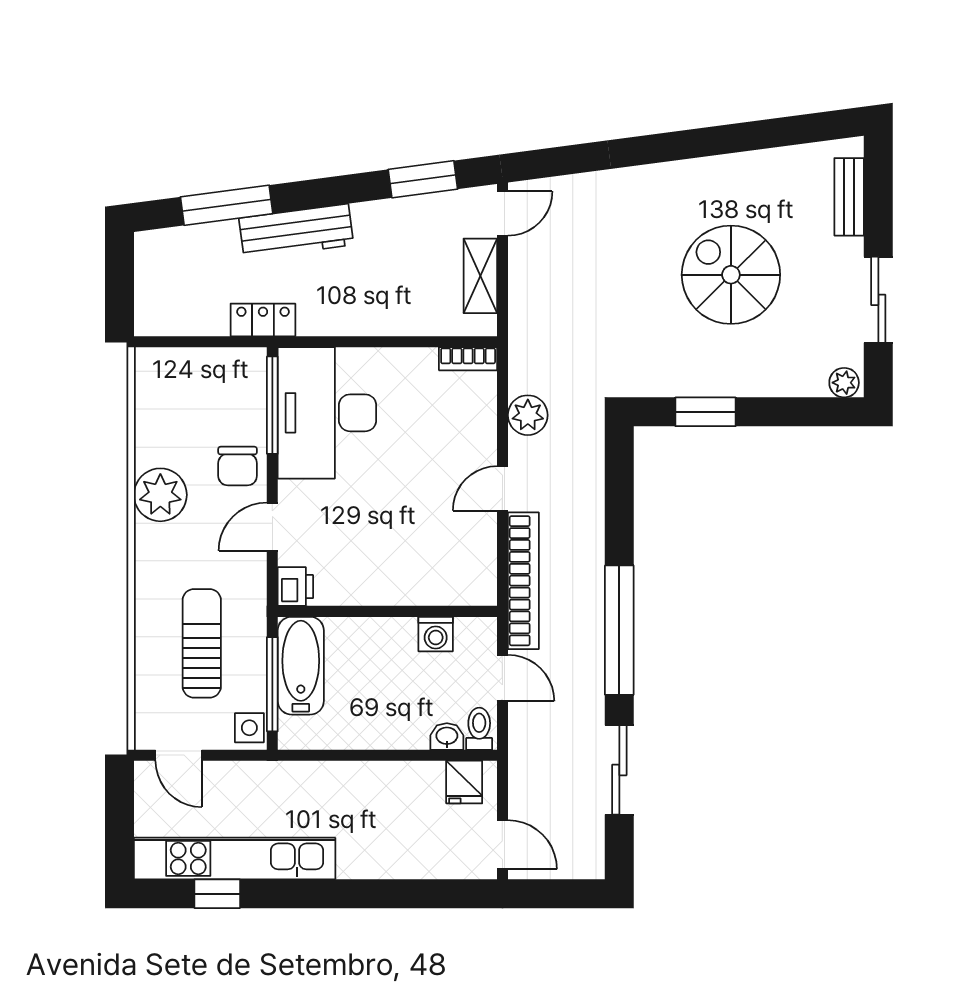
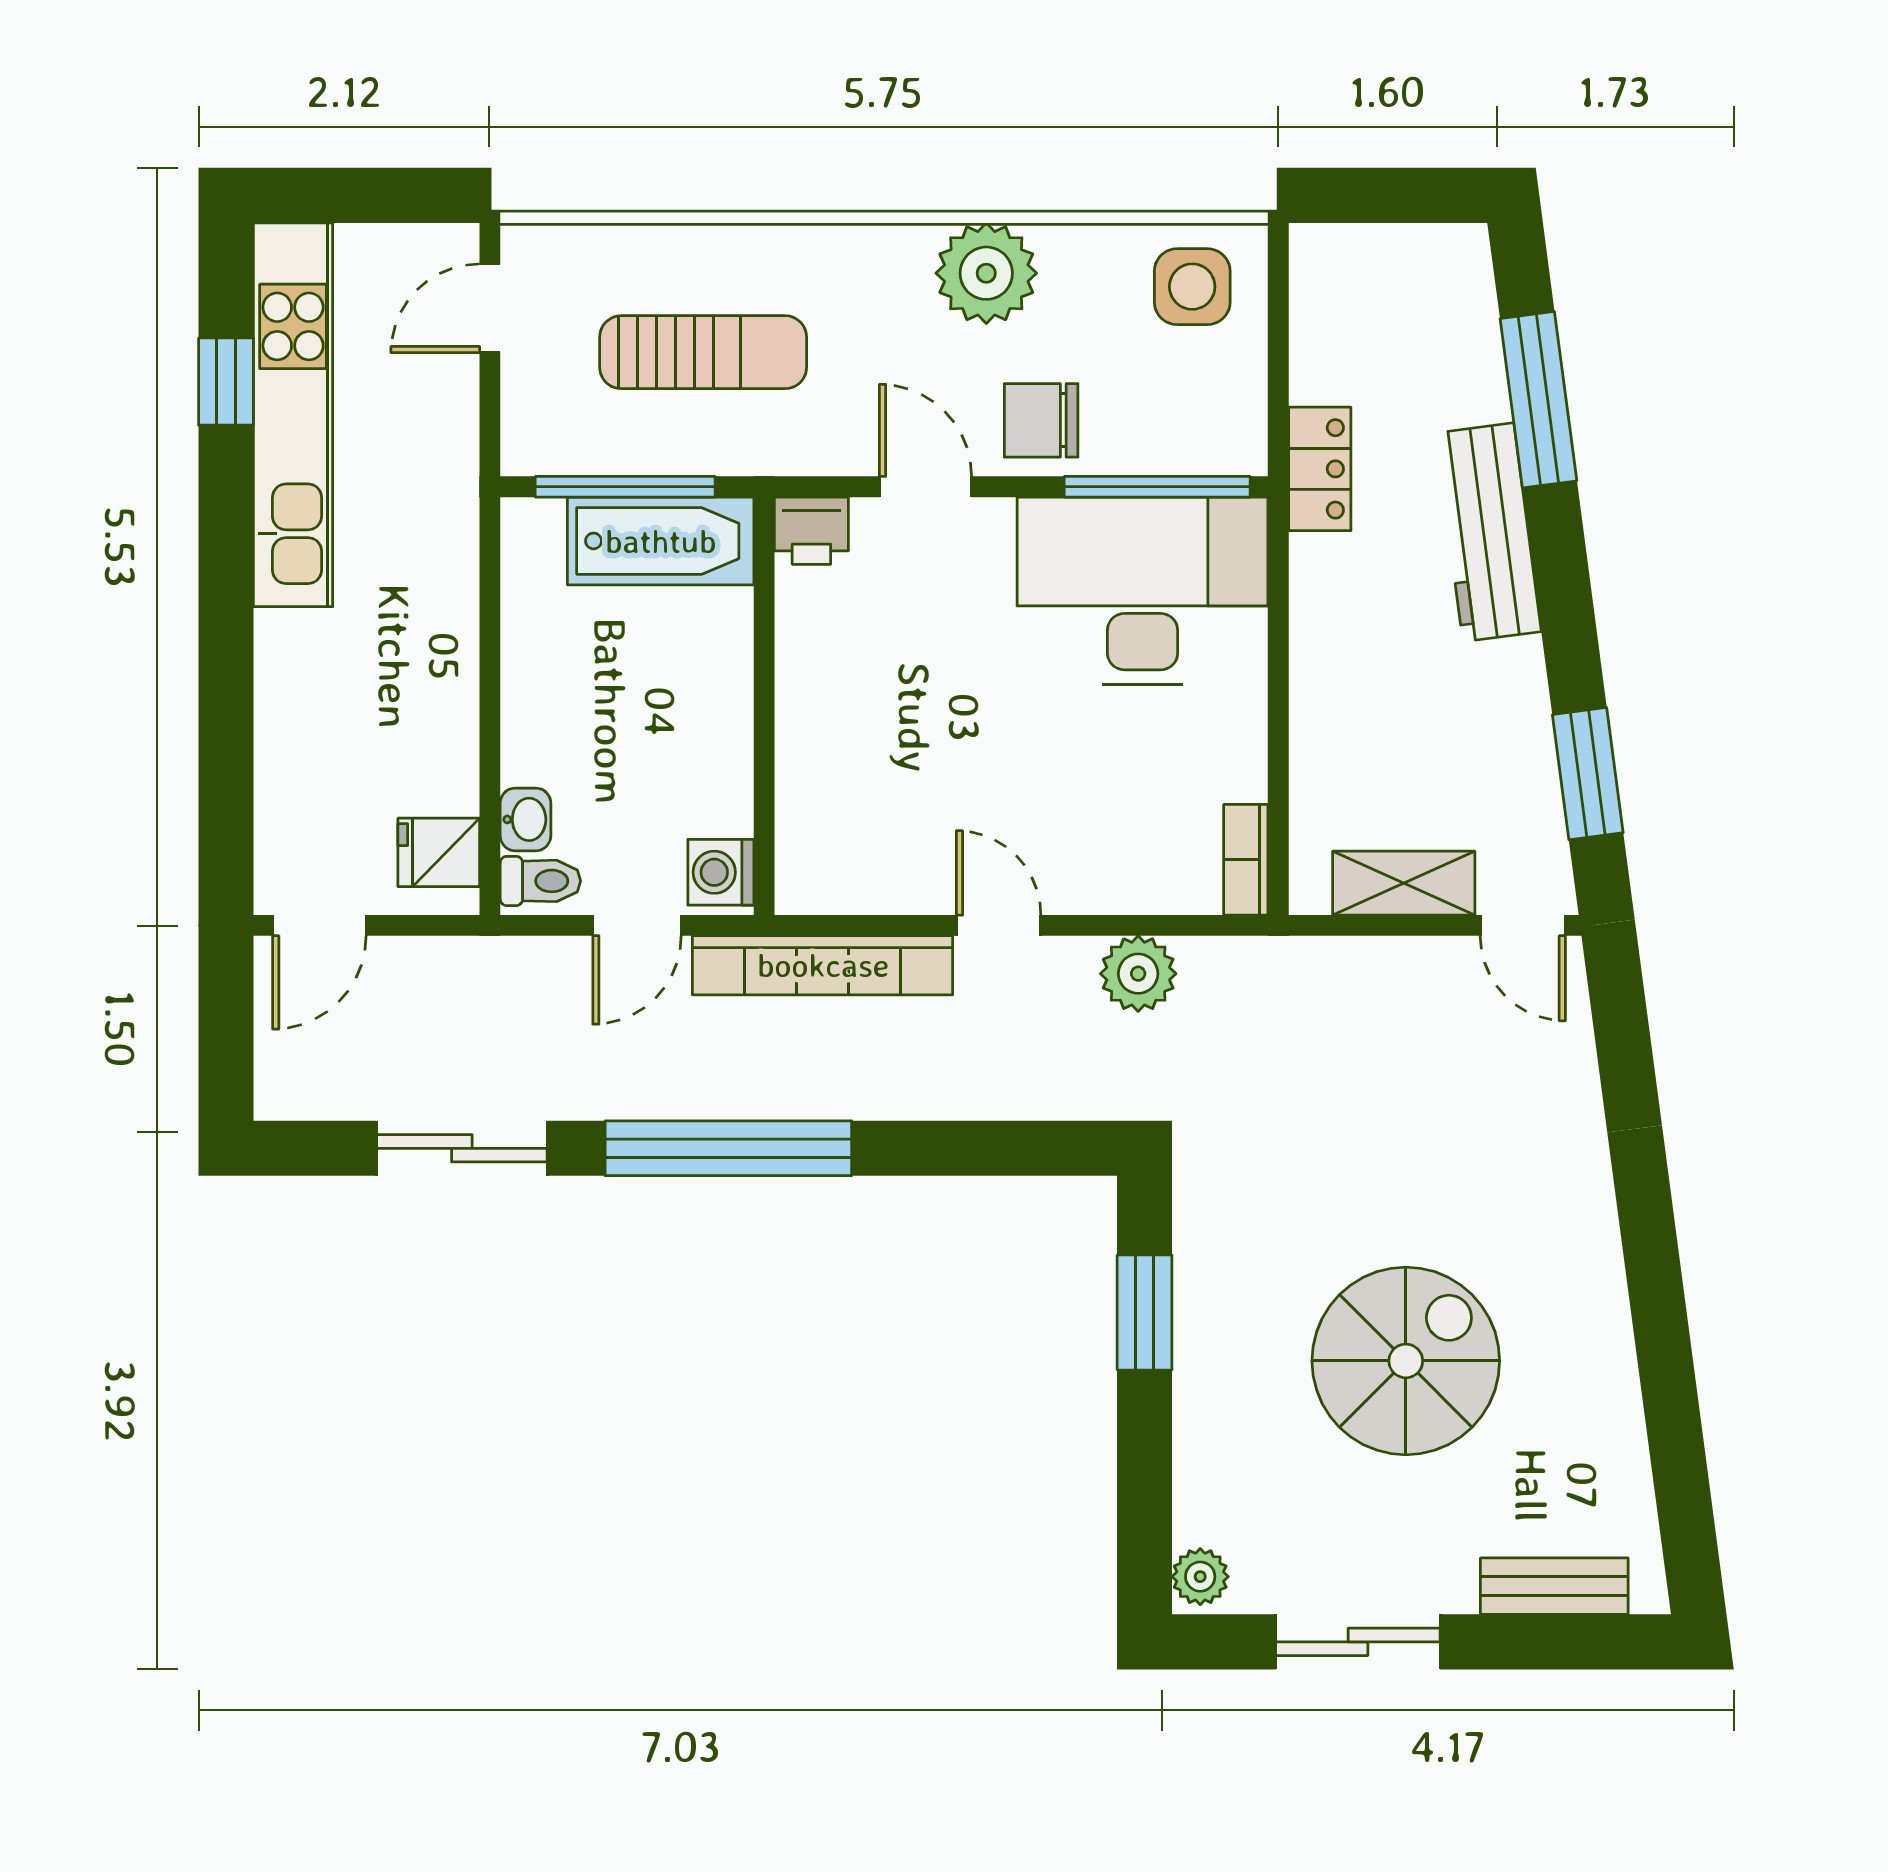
washing machine: (436, 634) -> (721, 872), moved
side table: (249, 728) -> (1192, 287), moved, width x1.37, depth x1.37

